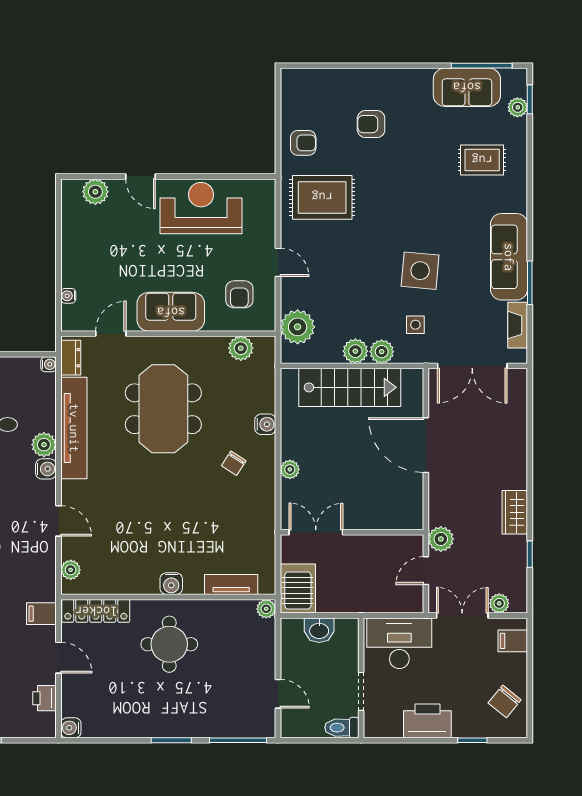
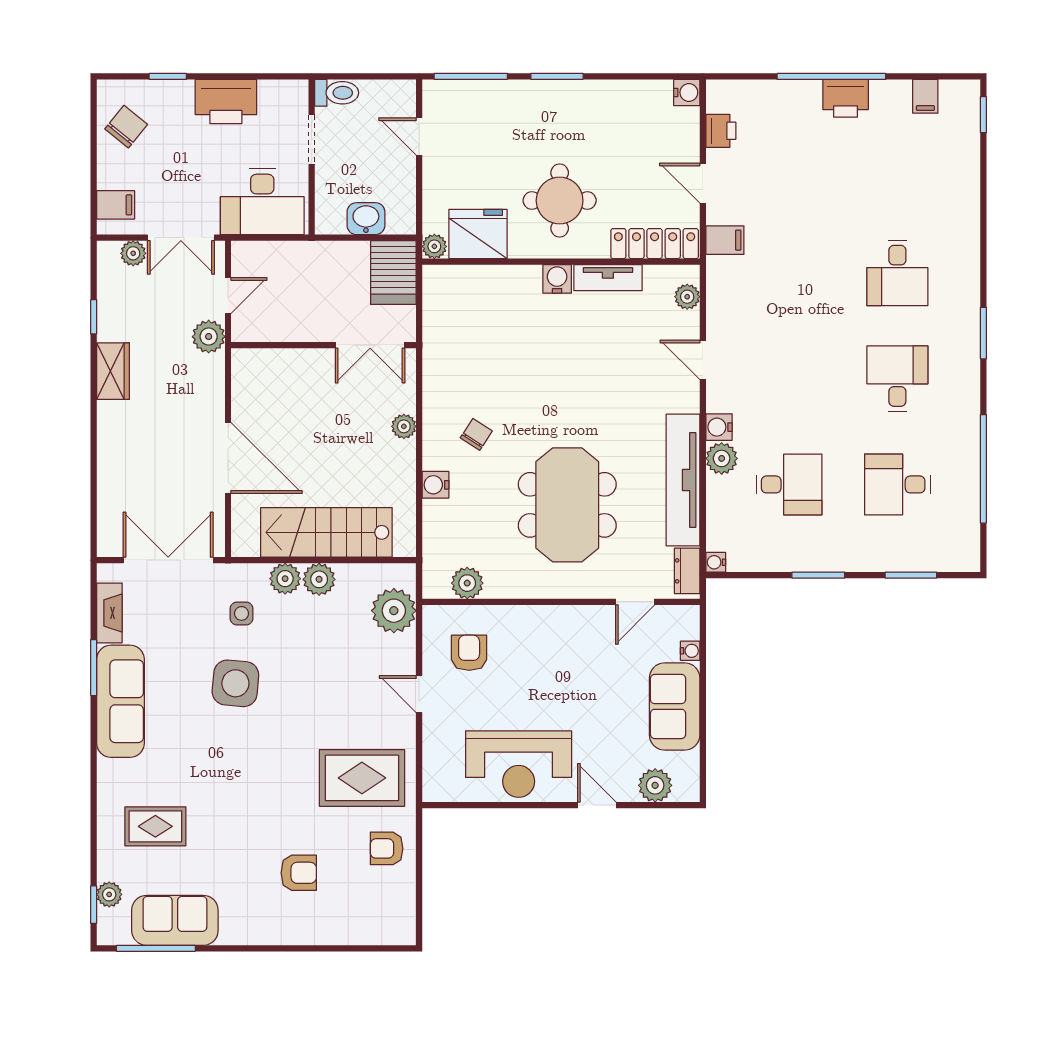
sofa: (171, 312) -> (675, 706), moved, turned 90
tv unit: (231, 585) -> (608, 278), moved
fridge: (232, 618) -> (478, 234), added

